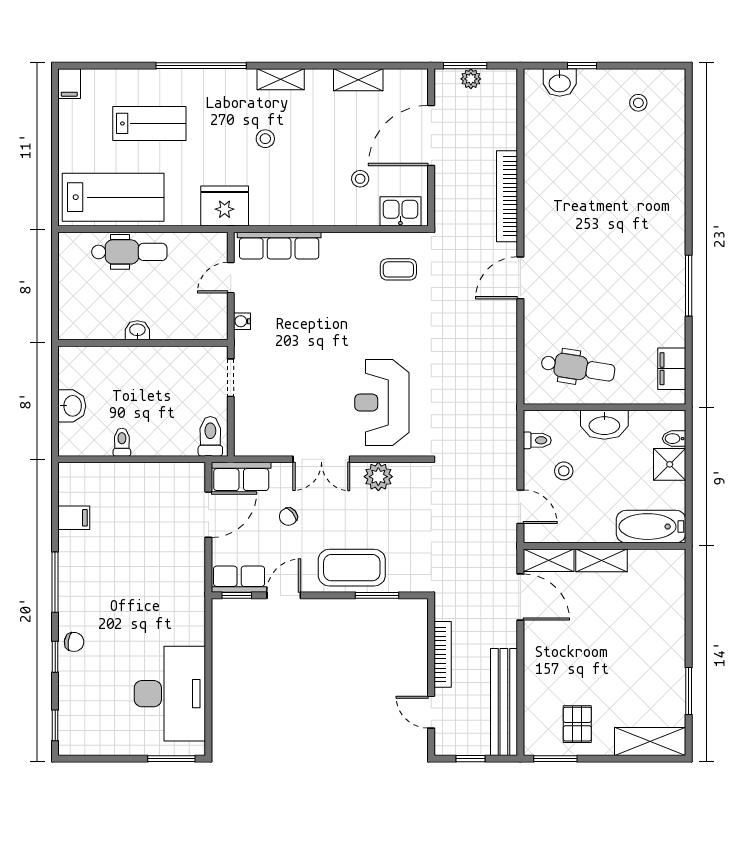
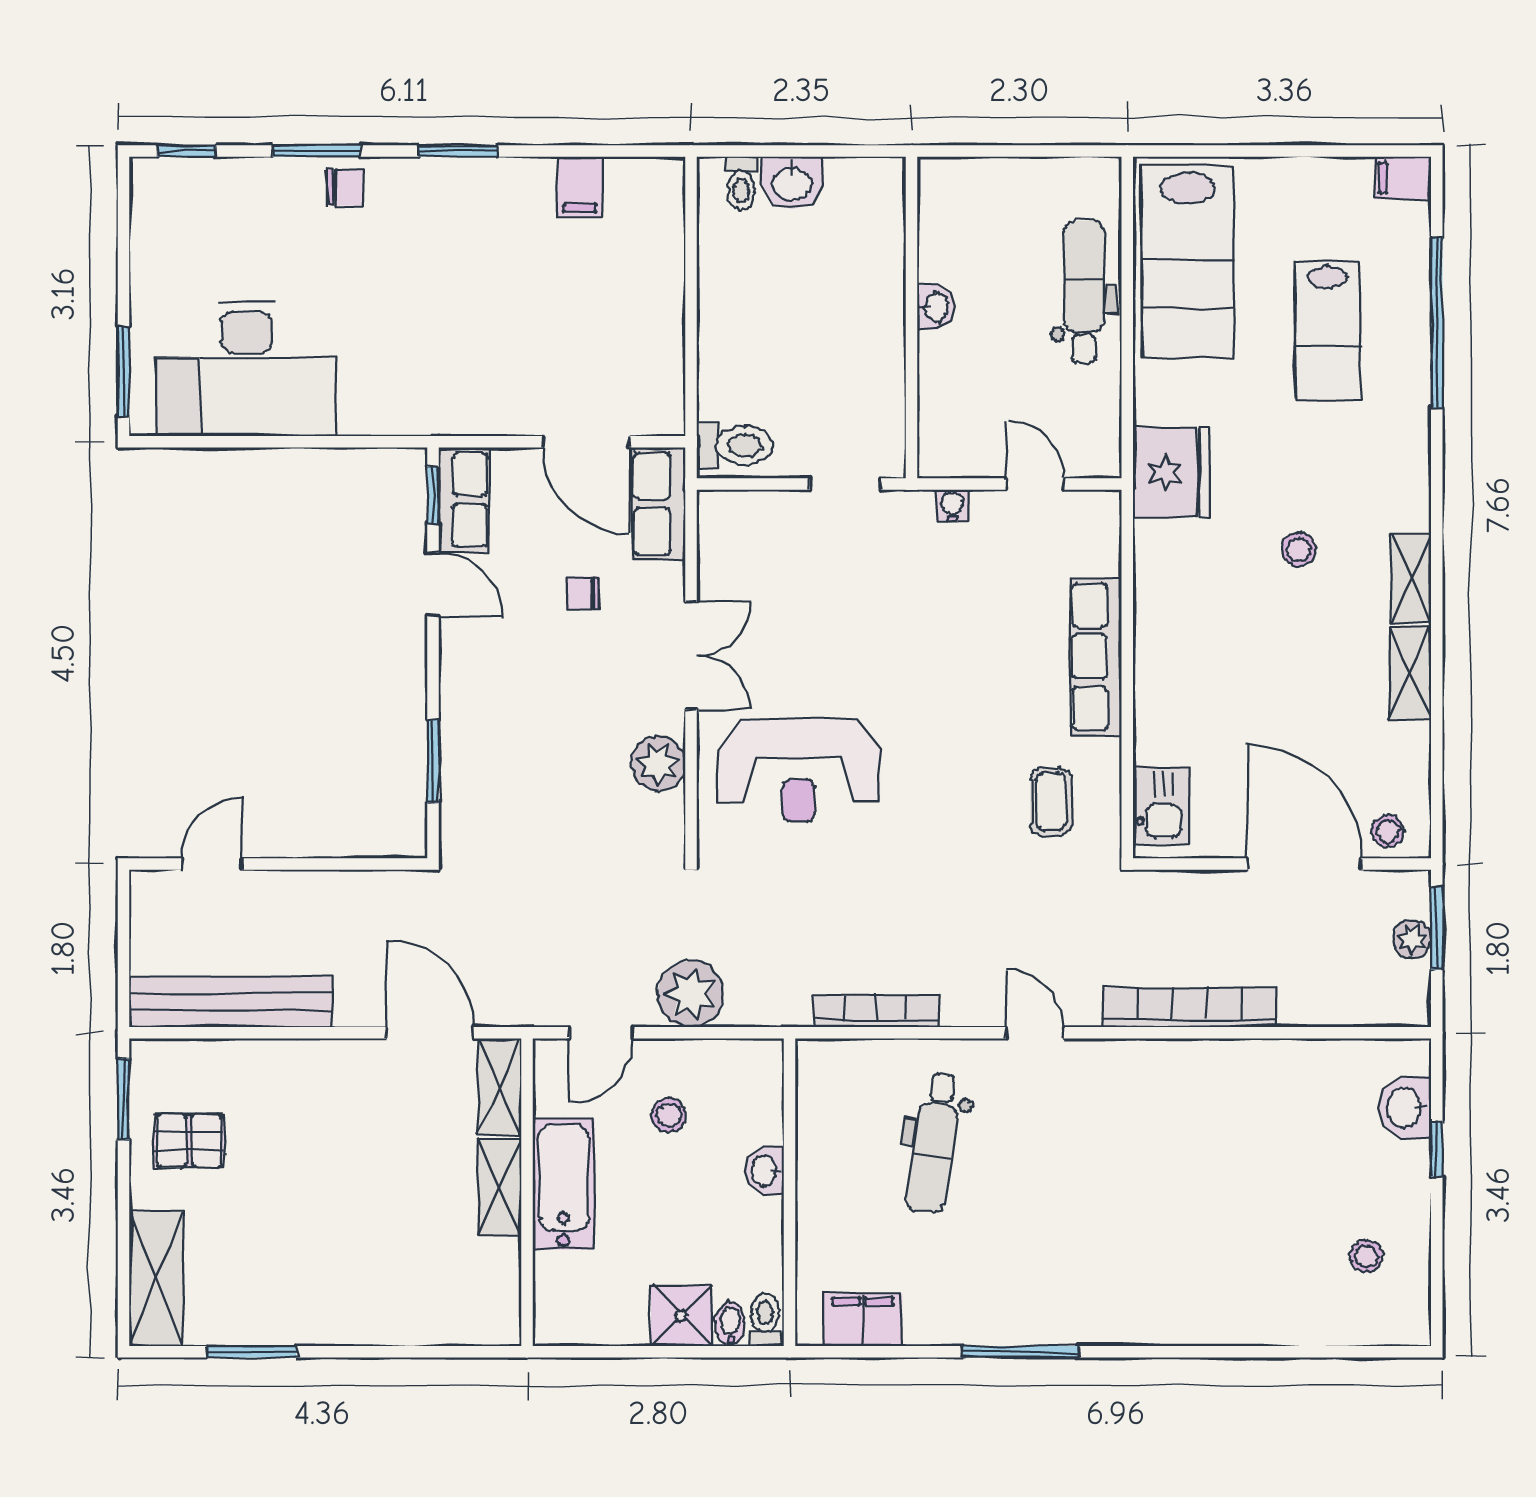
window: (201, 66) -> (1437, 323), moved
shelving: (358, 80) -> (1410, 673), moved
stool: (360, 179) -> (1388, 831), moved
row of seats: (279, 246) -> (1096, 657), moved
dental chair: (129, 252) -> (1084, 292), turned 180
door: (520, 278) -> (1035, 1033), width x0.73
dental chair: (578, 368) -> (934, 1143), moved
reception desk: (382, 403) -> (798, 770), turned 180
washbasin: (604, 425) -> (765, 1170), width x0.52, depth x0.69
toilet: (537, 440) -> (765, 1320), moved, turned 180
toilet: (122, 442) -> (741, 183), moved, turned 90
double door: (321, 459) -> (691, 656), swing flipped
plant: (500, 459) -> (691, 994), added
chair: (288, 517) -> (582, 593), turned -50
bathtub: (651, 527) -> (563, 1184), moved
coffee table: (352, 568) -> (486, 713), removed
window: (55, 582) -> (458, 151), width x0.69
door: (520, 597) -> (430, 1033), swing flipped
chair: (74, 642) -> (345, 187), turned -99
bookcase: (443, 654) -> (876, 1011), moved, turned 180
window: (55, 657) -> (317, 151), width x1.50
window: (471, 759) -> (124, 938), removed

